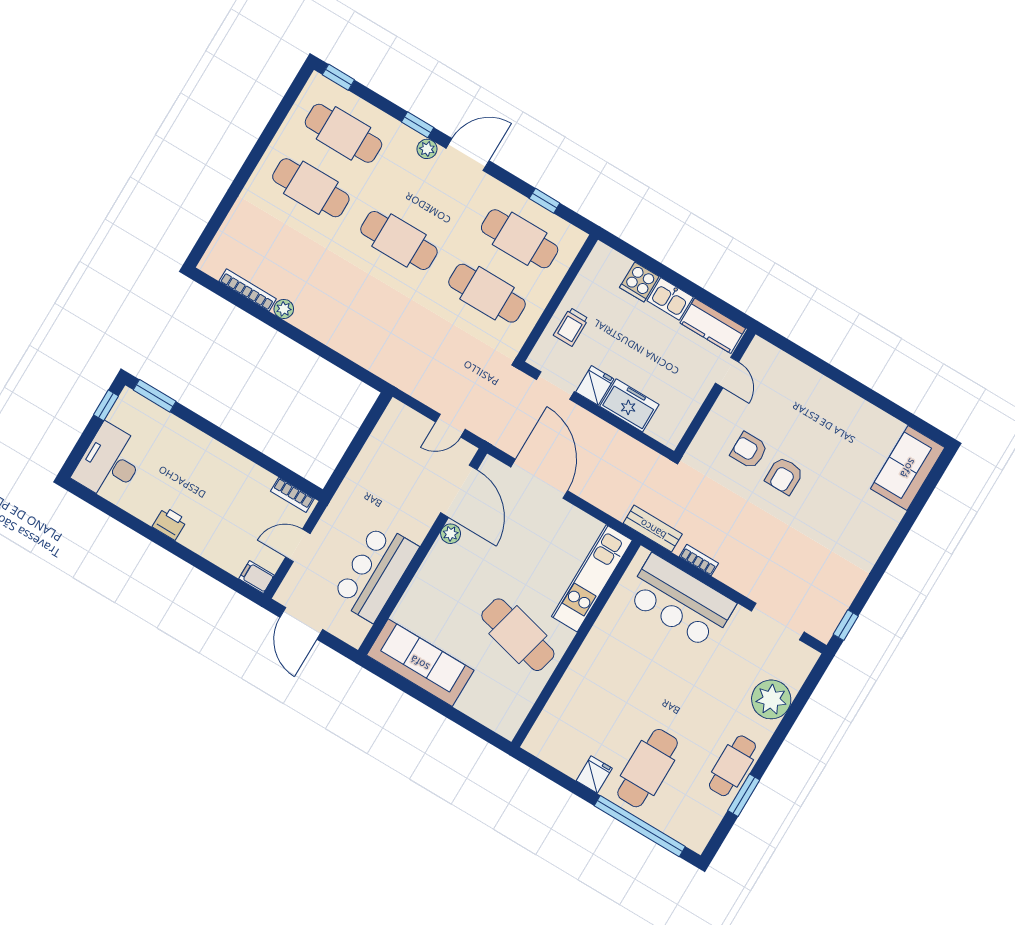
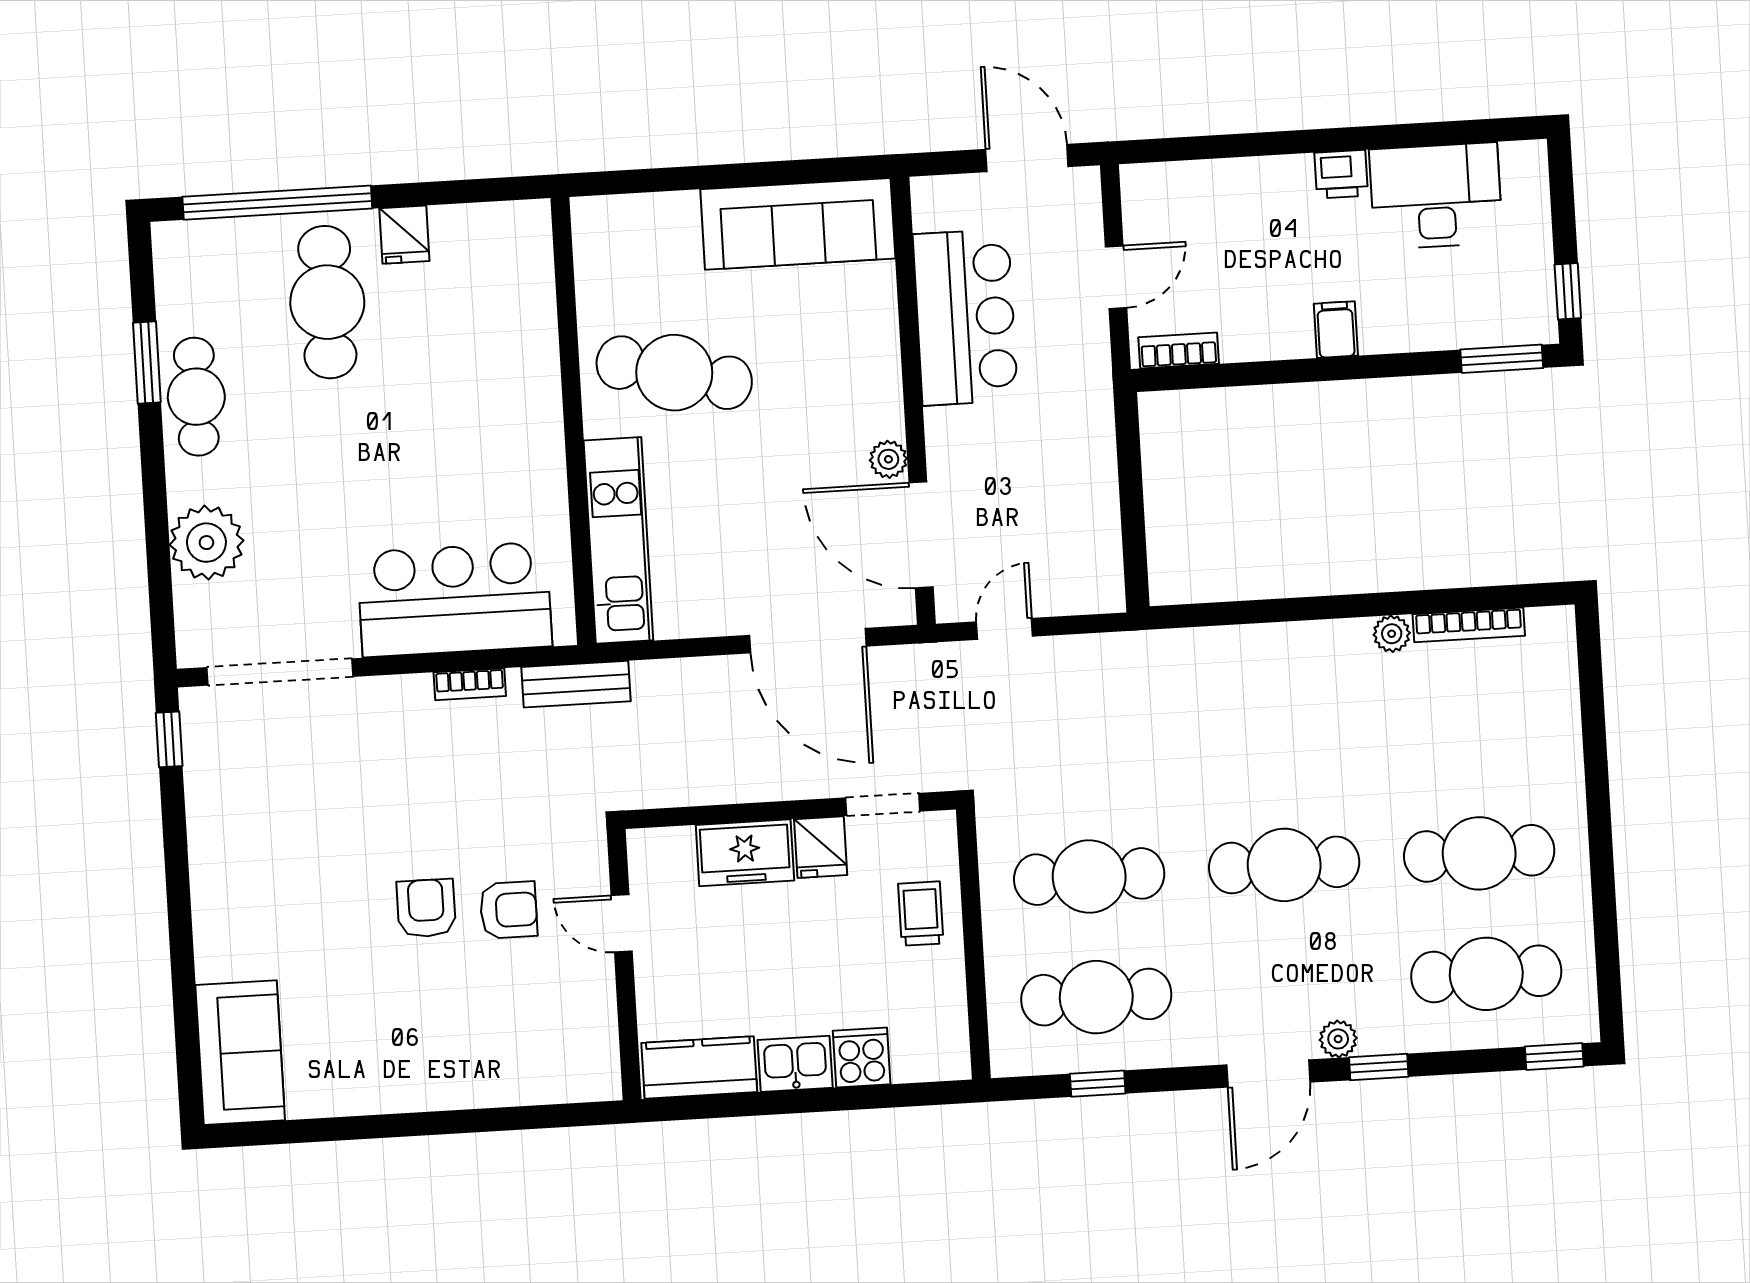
door: (727, 372) -> (622, 923), moved
desk: (110, 462) -> (1436, 196), moved, turned -90
filing cabinet: (256, 577) -> (1336, 330), moved, turned -90
doorway: (778, 622) -> (280, 672), width x1.36

